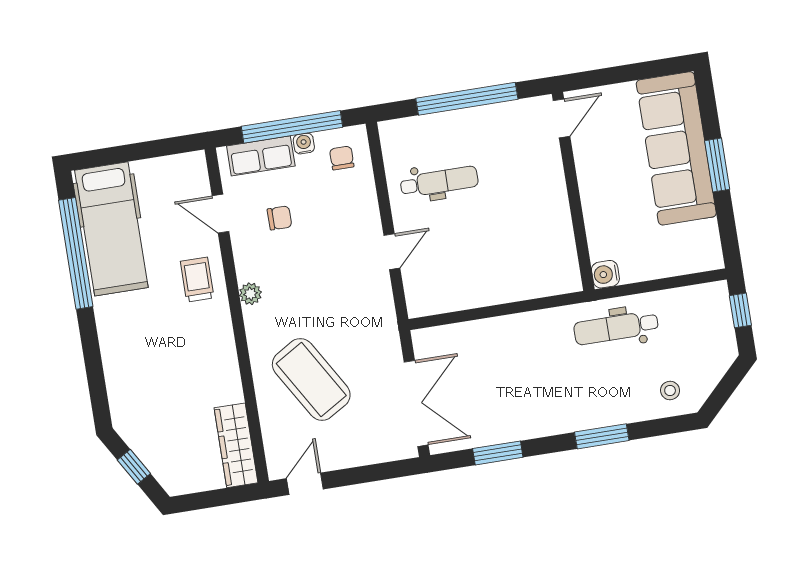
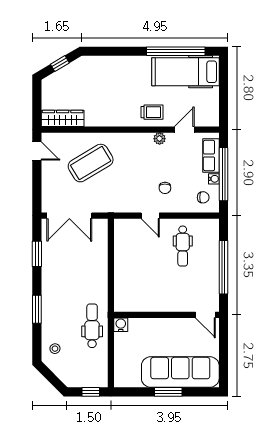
chair: (280, 218) -> (165, 188), moved
plant: (250, 294) -> (160, 139), moved

